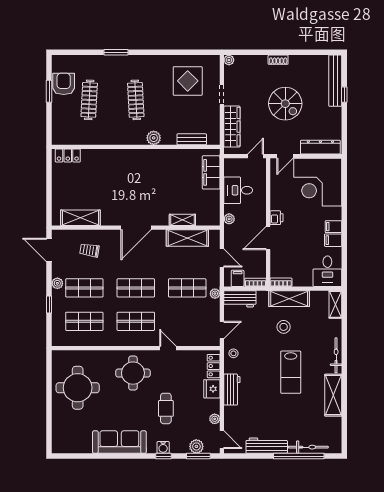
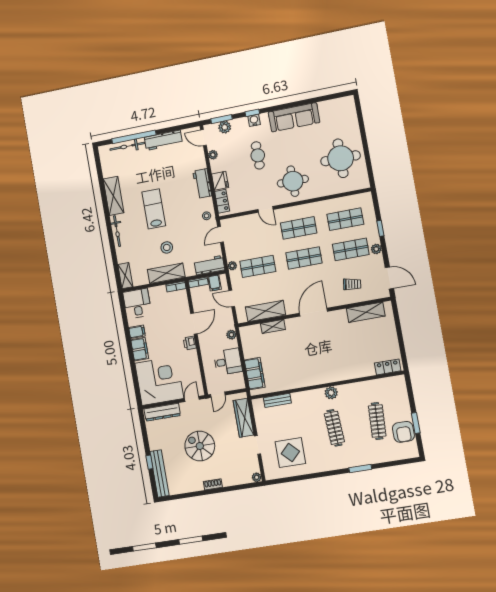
plant: (154, 138) -> (331, 393), moved
filing cabinet: (333, 227) -> (140, 349), width x2.00

